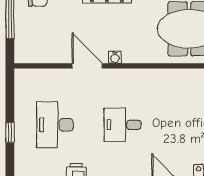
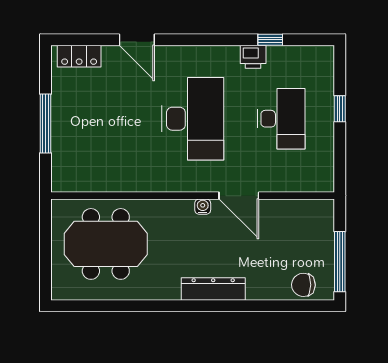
desk: (123, 125) -> (193, 119), width x1.87, depth x1.30

